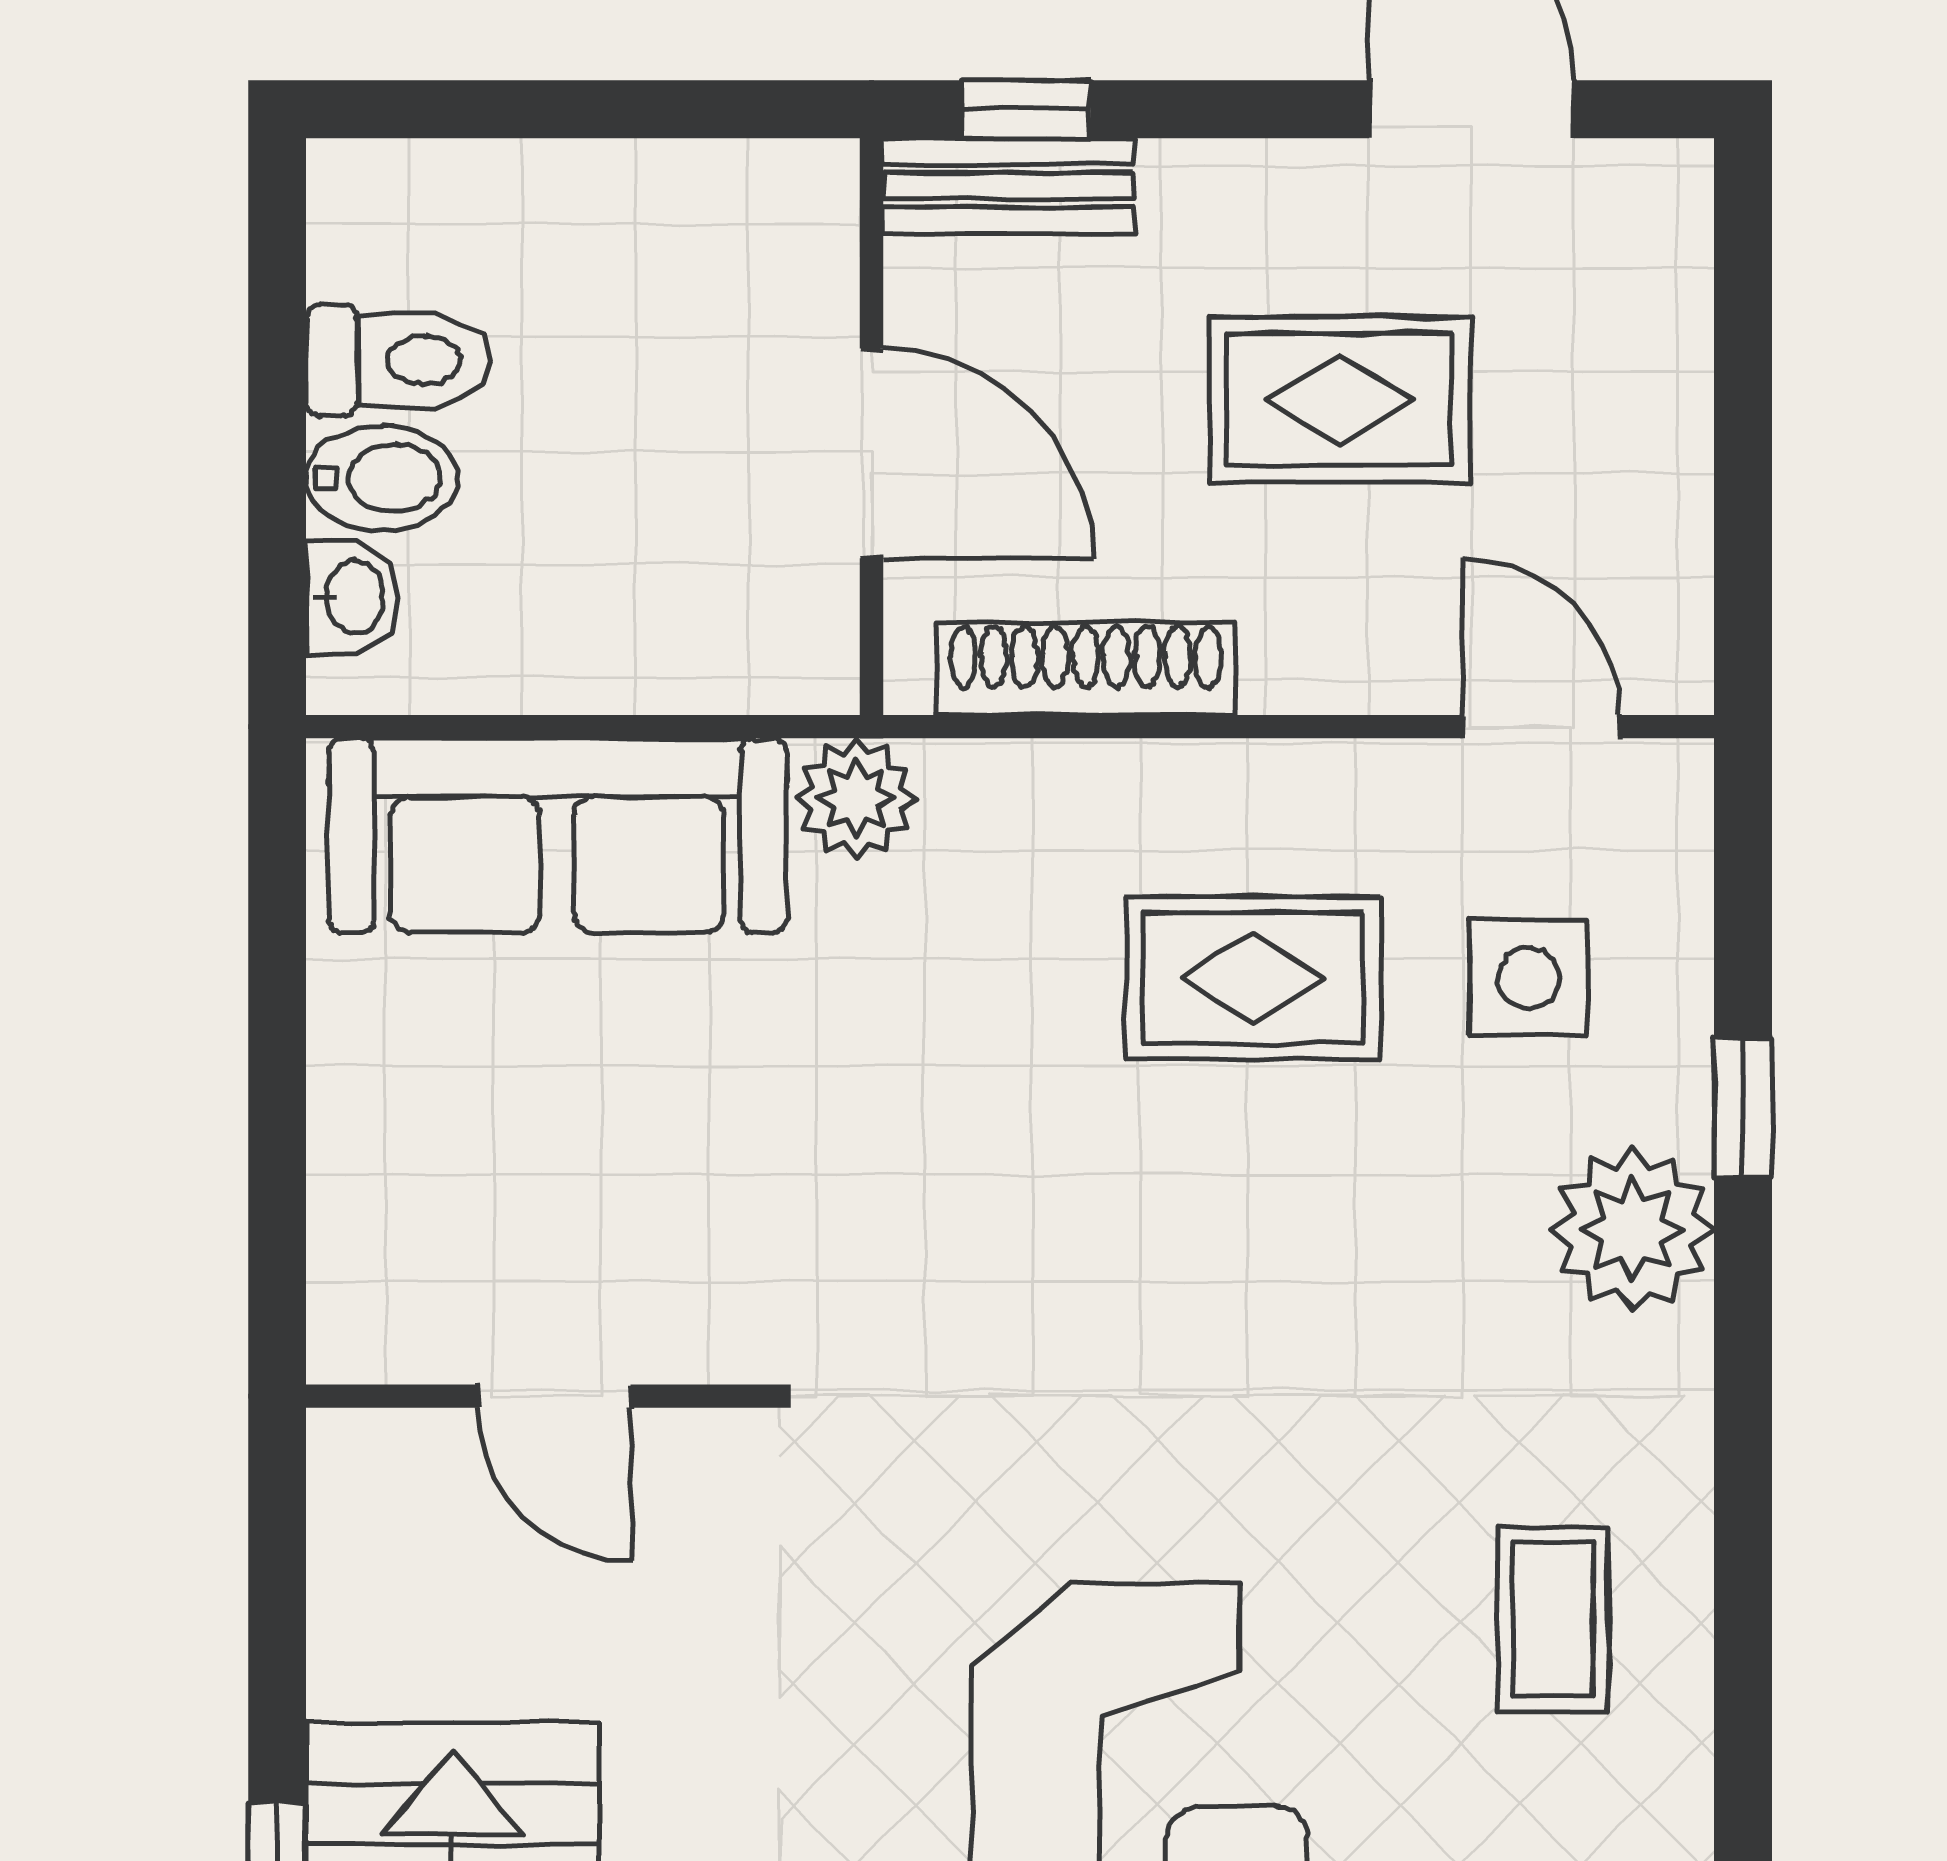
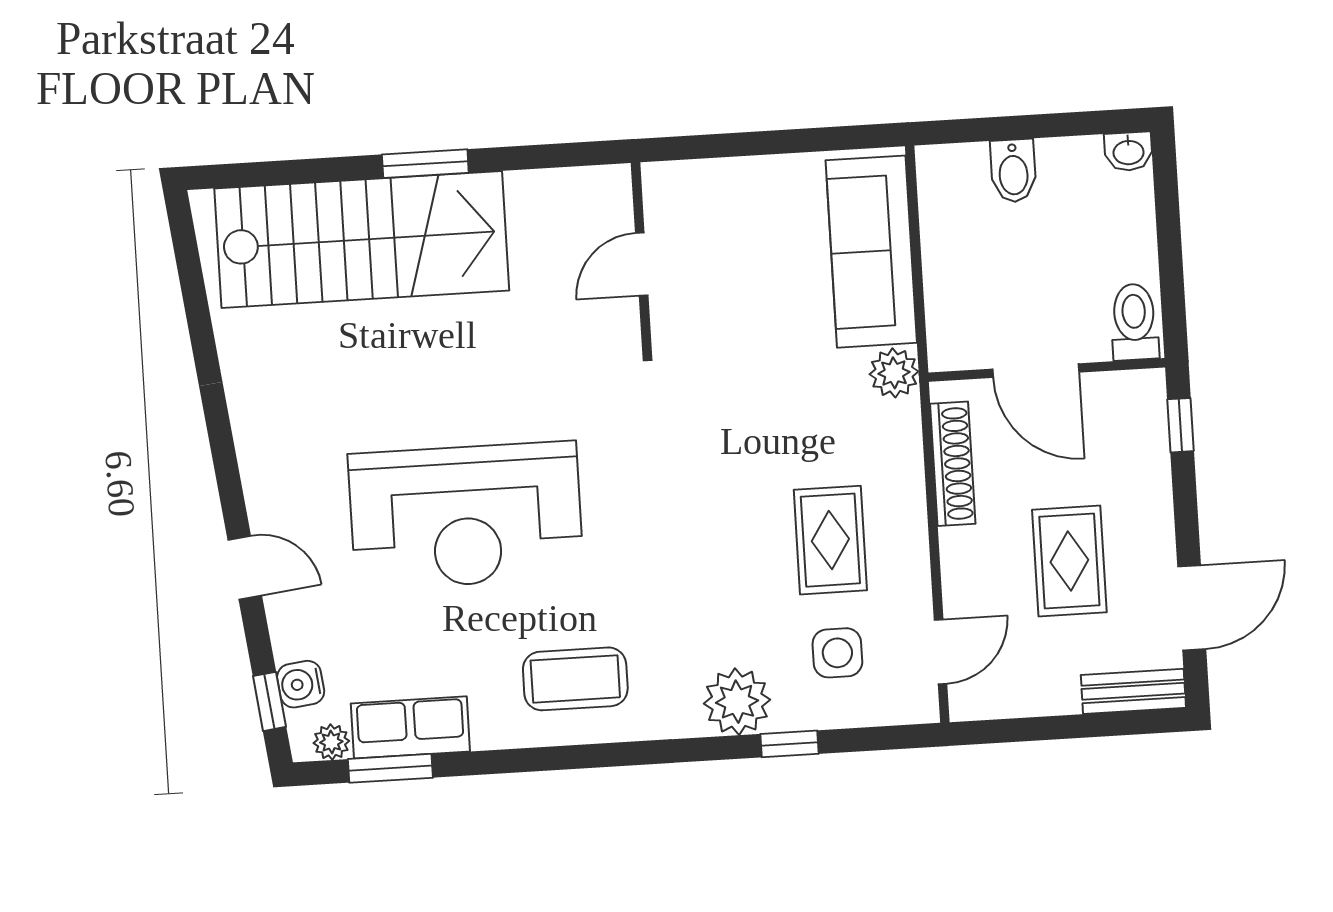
bench: (1008, 186) -> (1133, 691), moved, turned 90
toilet: (398, 360) -> (1134, 322), moved, turned 180
door: (872, 453) -> (1036, 371), hinge flipped
washbasin: (352, 597) -> (1128, 151), moved
coffee table: (1553, 1619) -> (575, 679), width x1.36, depth x1.30

